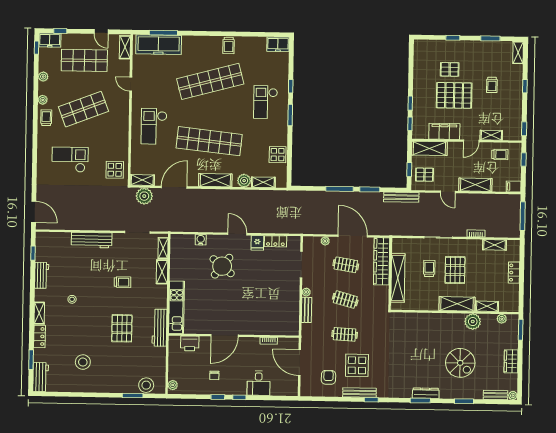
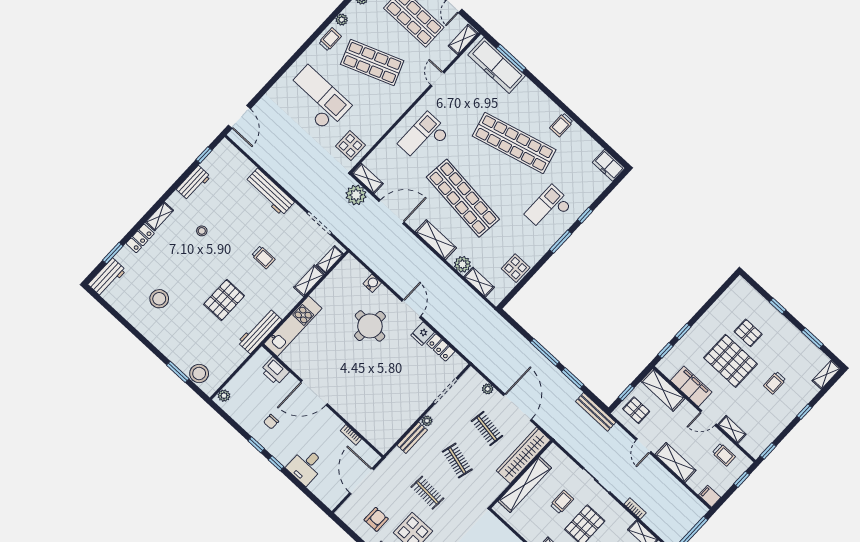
checkout: (70, 160) -> (317, 99), width x1.36, depth x1.21
round table: (222, 266) -> (370, 326), turned -35

